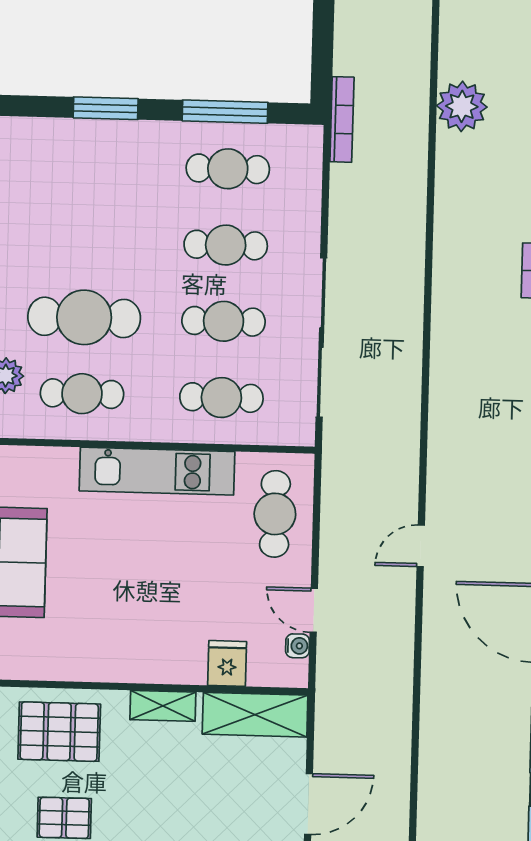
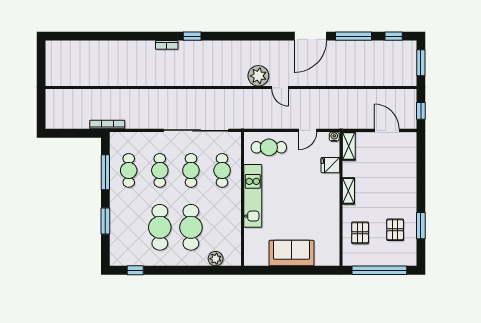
plant: (462, 106) -> (258, 76), moved
cafe table: (82, 394) -> (160, 227), moved, width x1.37, depth x1.35
water cooler: (297, 646) -> (334, 137), moved
shelving: (255, 715) -> (349, 146), width x0.67, depth x0.75
pallet: (59, 732) -> (360, 233), width x0.67, depth x0.71

